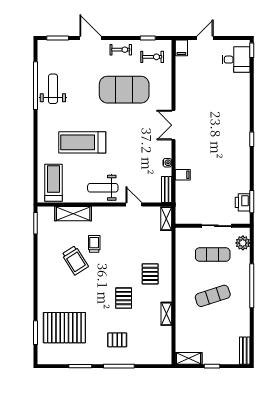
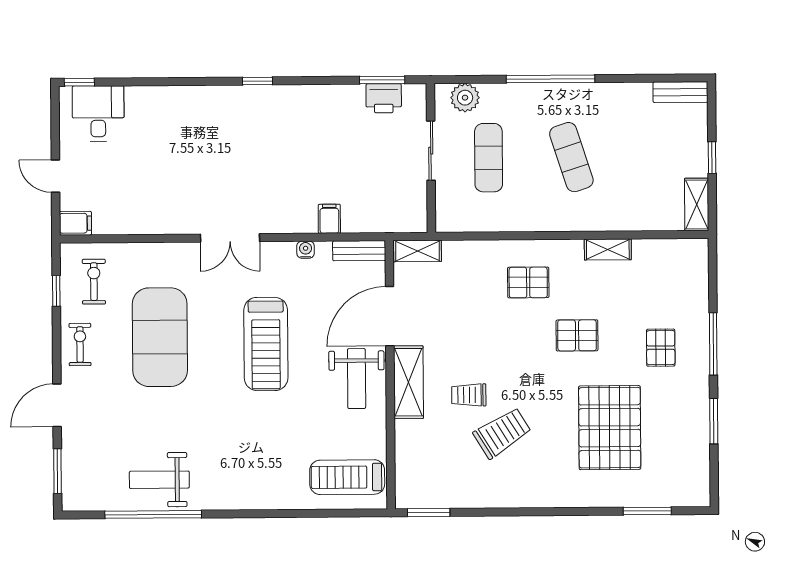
treadmill: (82, 142) -> (266, 344), moved
door: (134, 205) -> (390, 316), width x1.87
shelving: (73, 214) -> (408, 382), moved
pallet: (64, 328) -> (610, 428), moved

